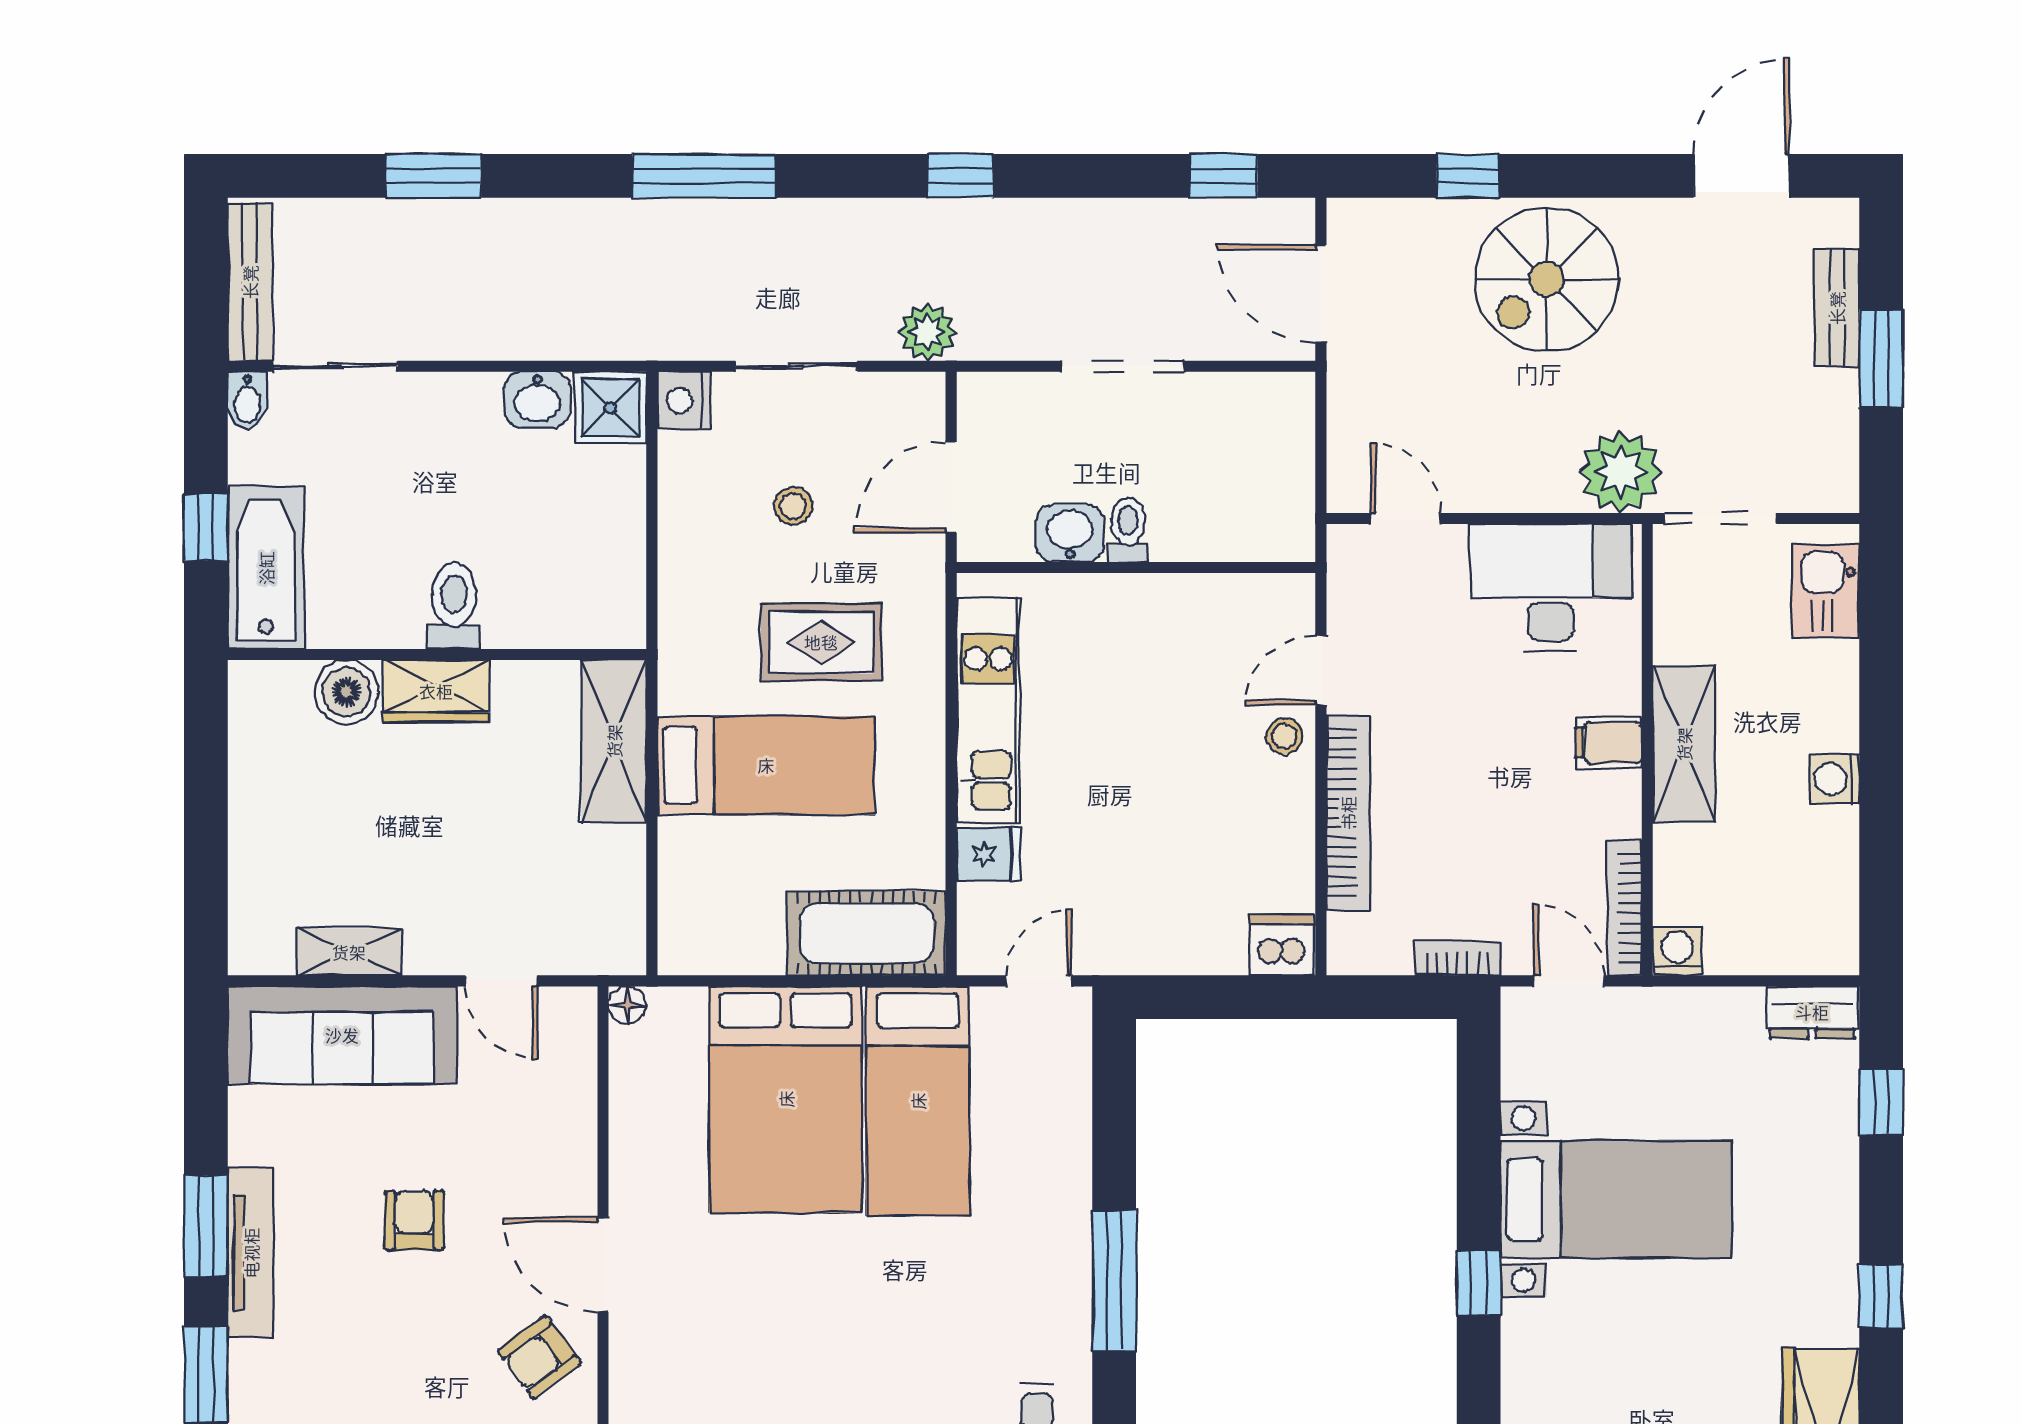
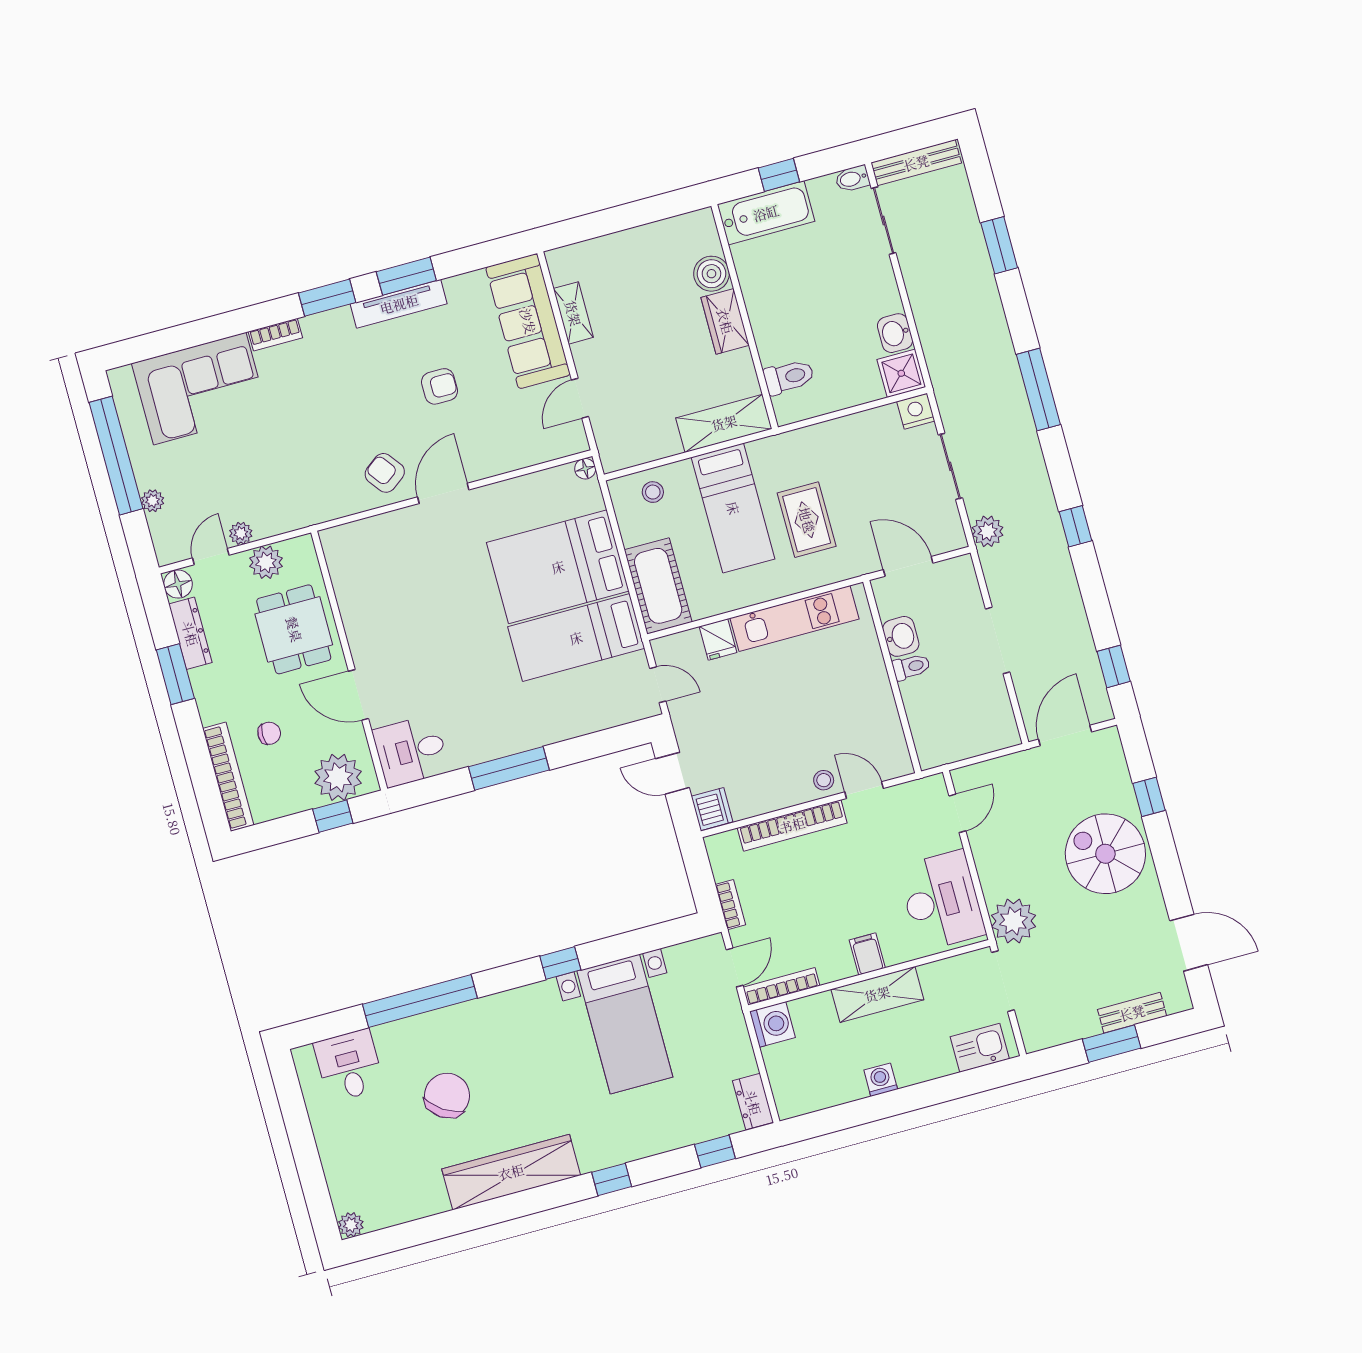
stool: (793, 506) -> (653, 492), moved
toilet: (454, 606) -> (789, 377), moved
washing machine: (1677, 951) -> (773, 1024), width x1.38, depth x1.38
door: (1200, 997) -> (672, 773), added

